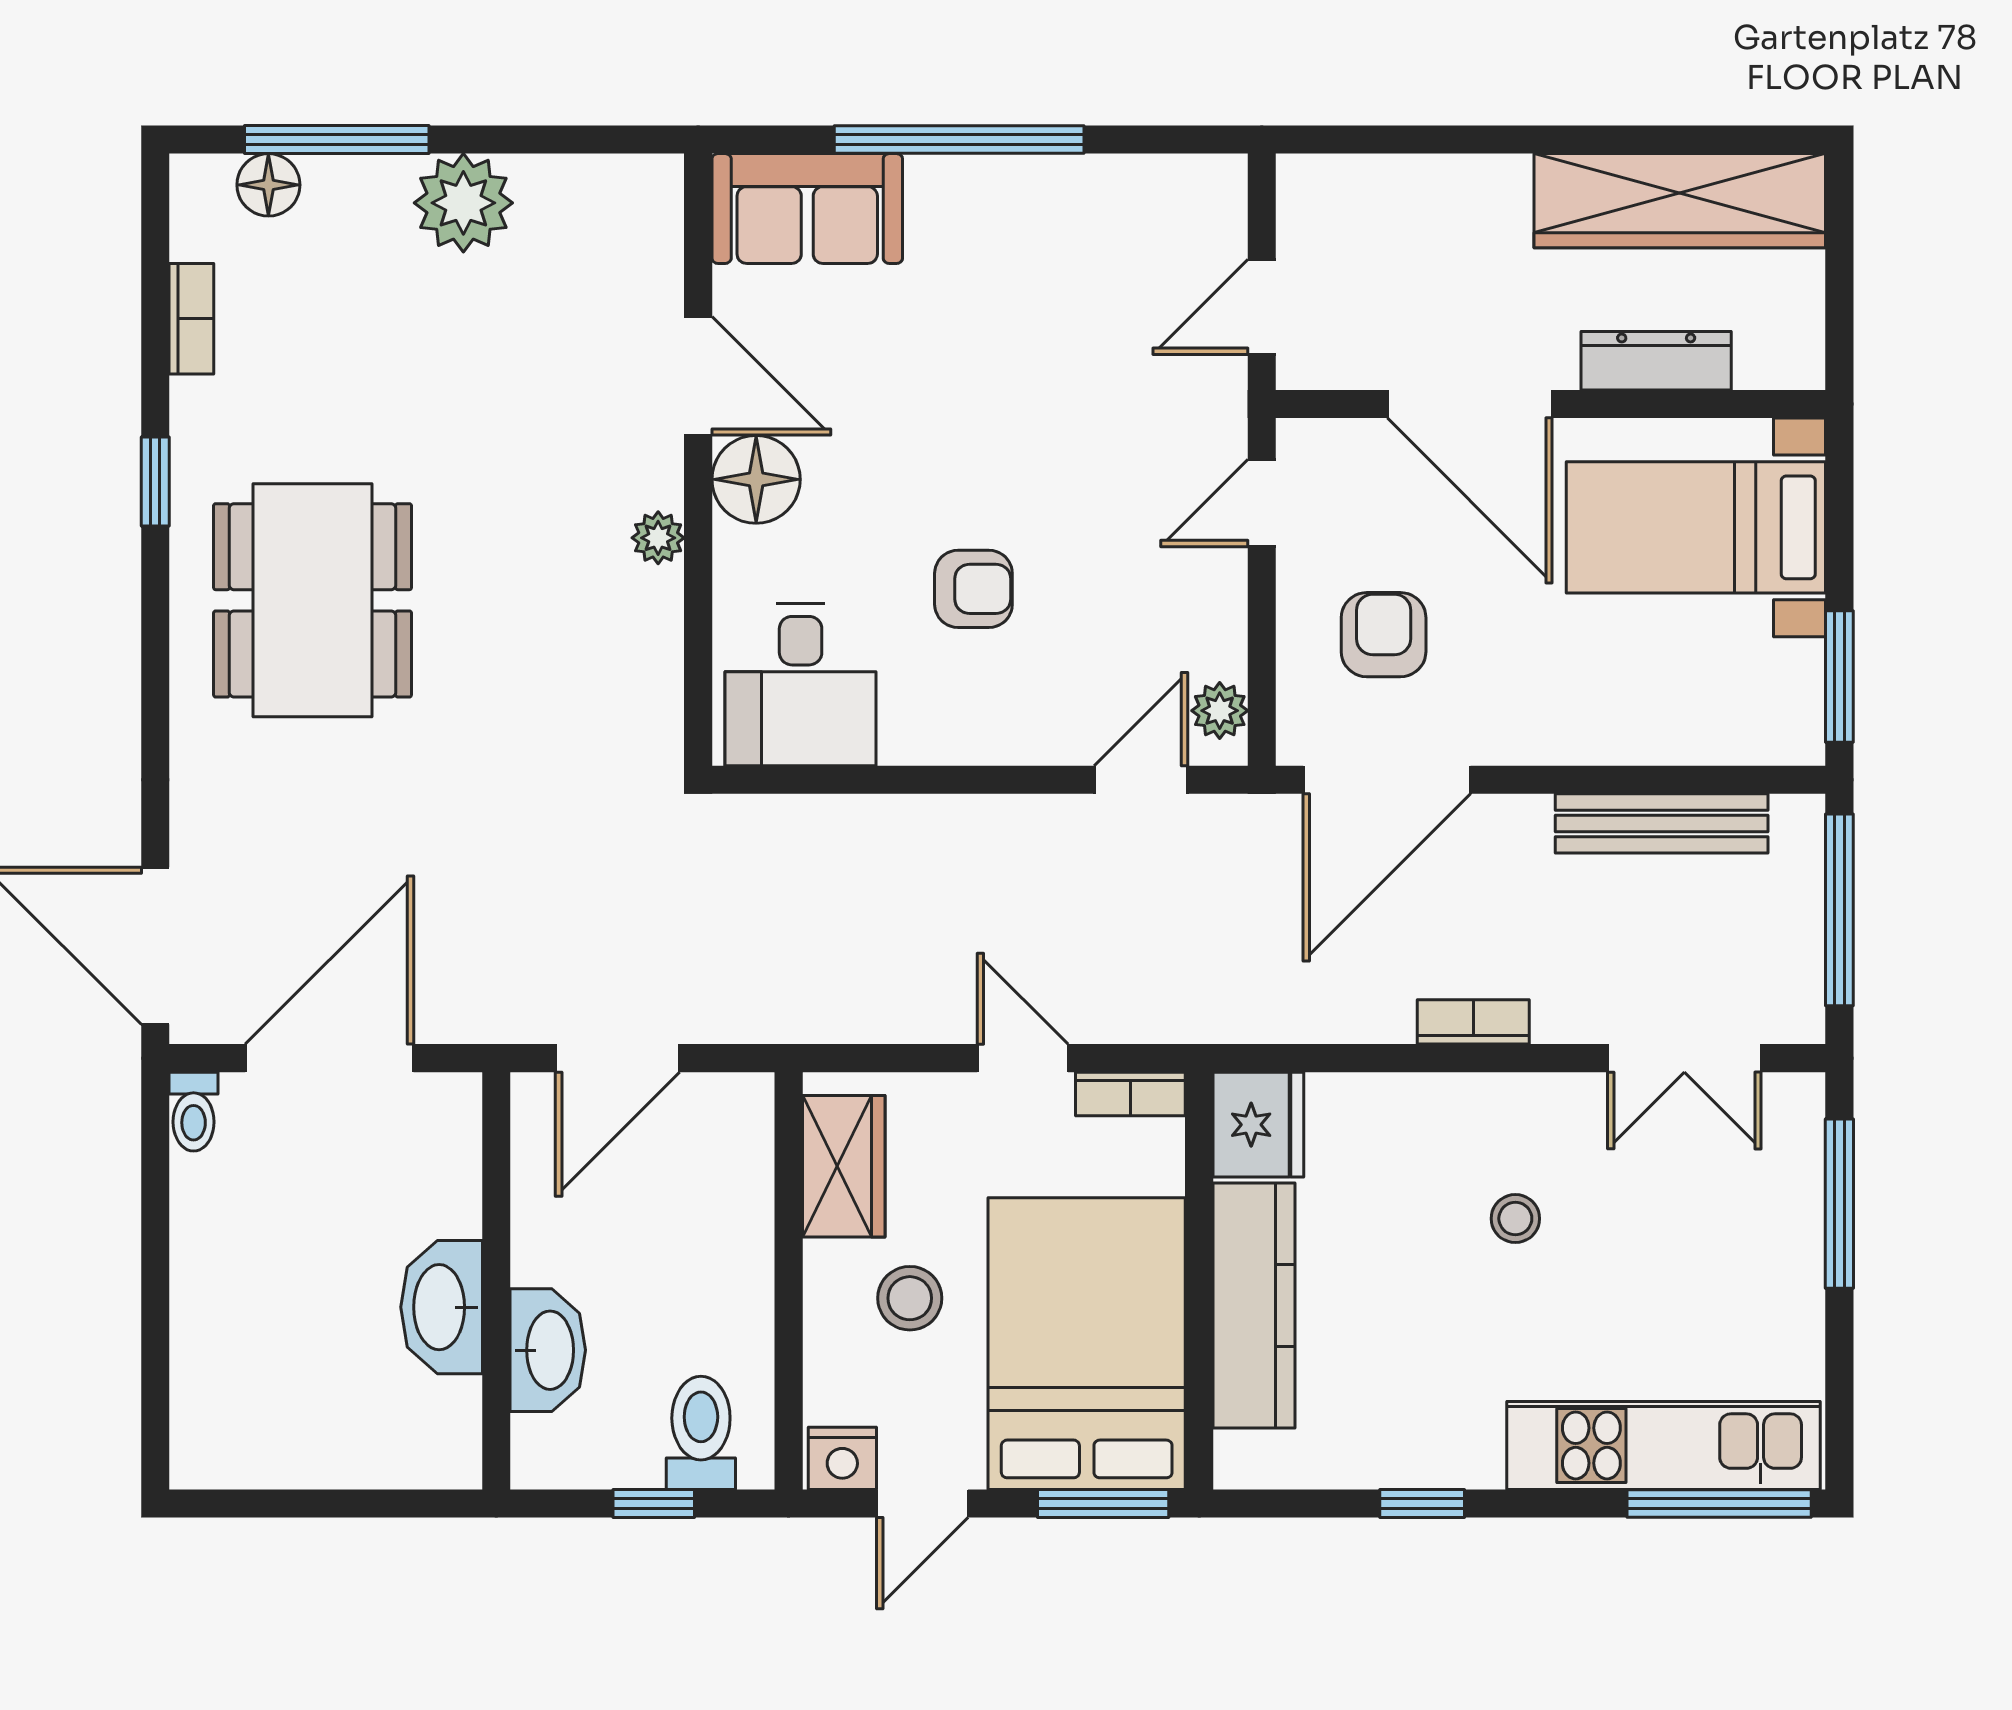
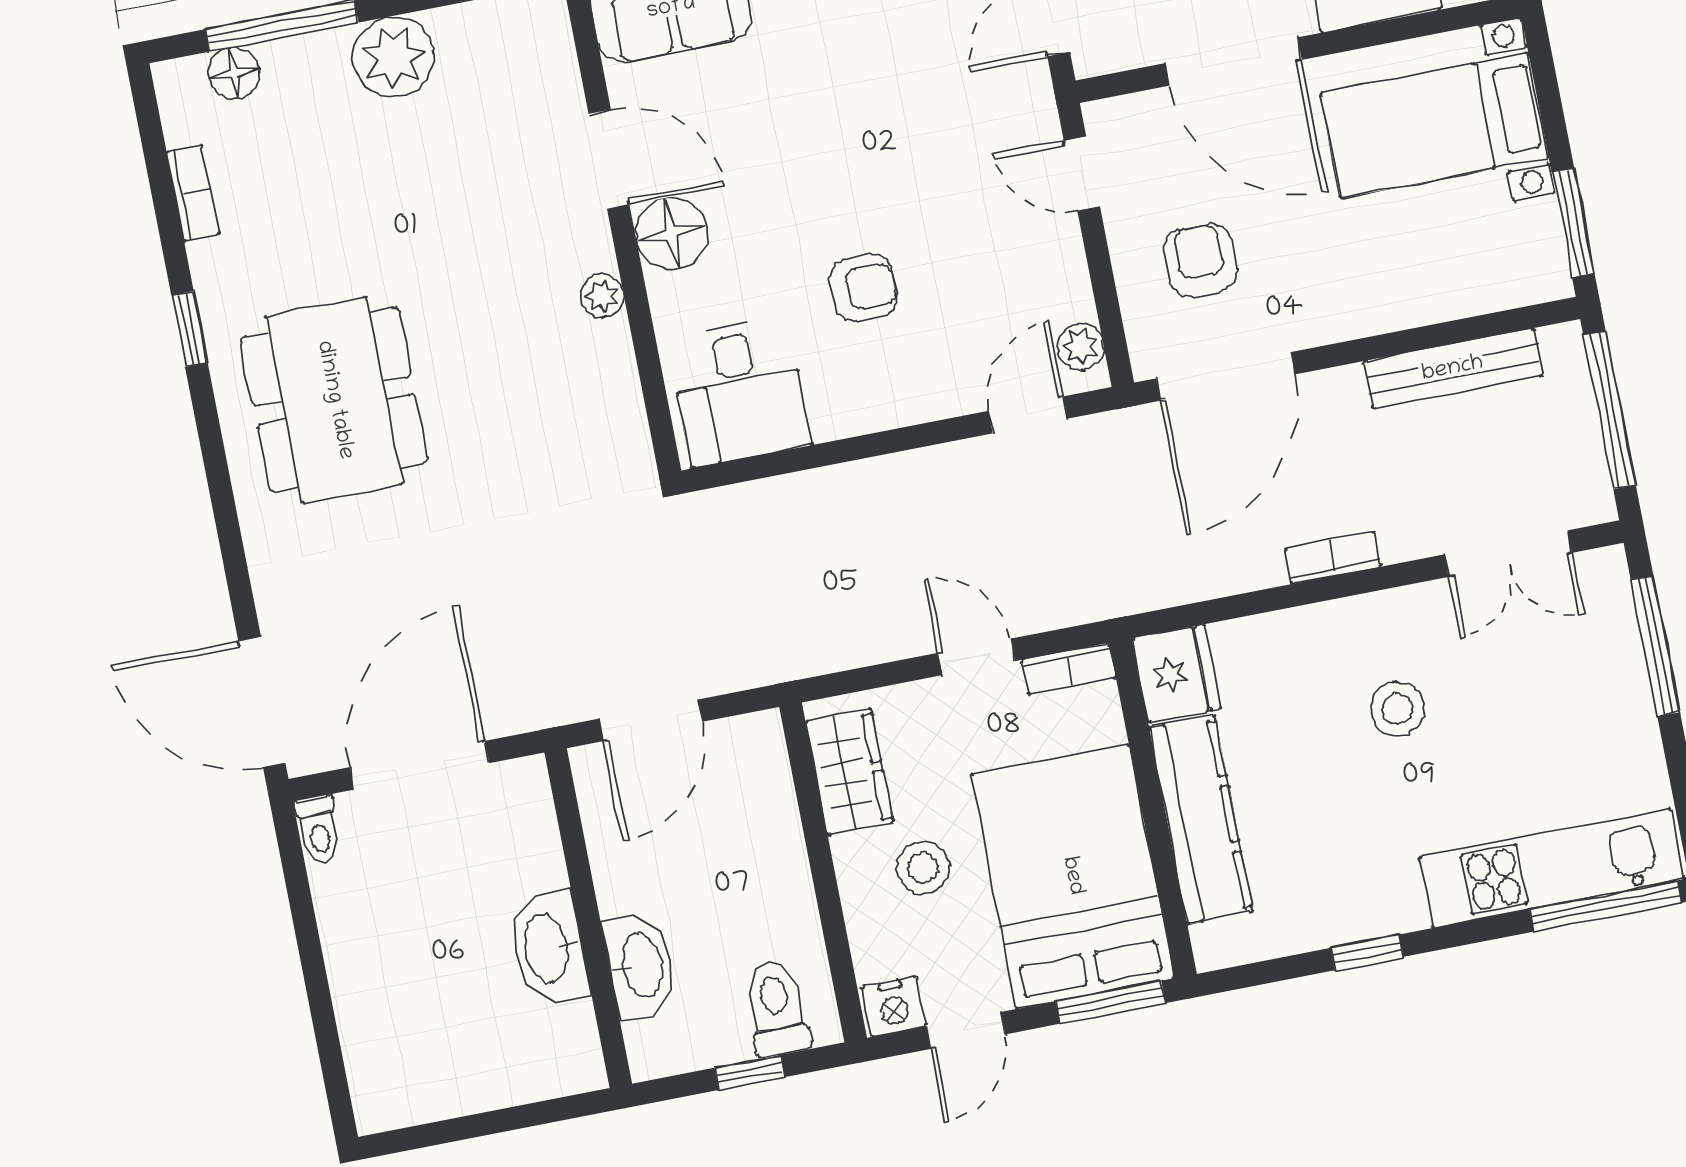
door: (1262, 503) -> (1082, 174), hinge flipped
stool: (1515, 1219) -> (1397, 709), width x1.37, depth x1.37

